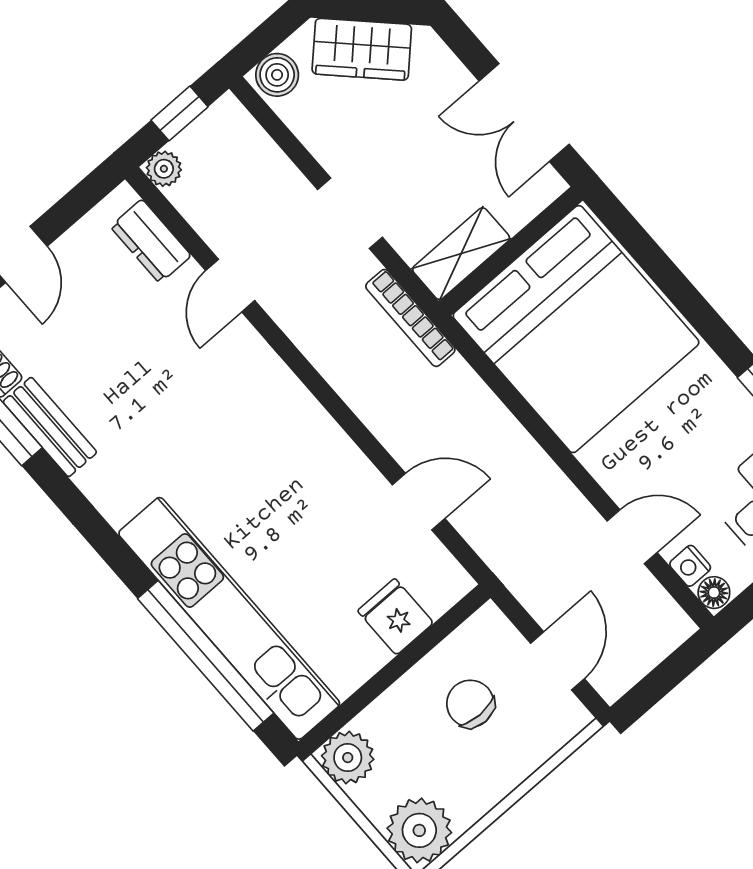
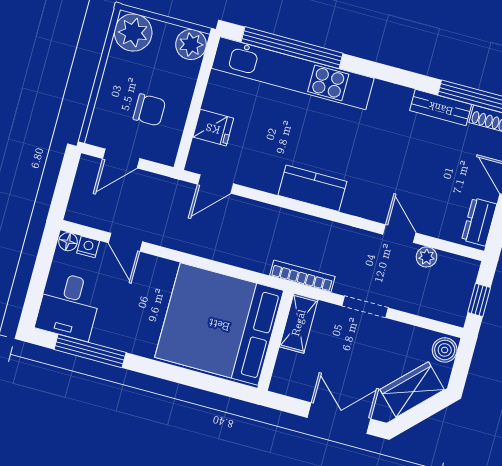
double door: (524, 113) -> (339, 418), moved
plant: (164, 169) -> (427, 257), moved
dresser: (151, 241) -> (479, 222), moved, turned -90
kitchen counter: (312, 434) -> (312, 188), added
door: (419, 502) -> (215, 184), moved
door: (632, 537) -> (125, 242), hinge flipped
door: (558, 661) -> (121, 158), hinge flipped

